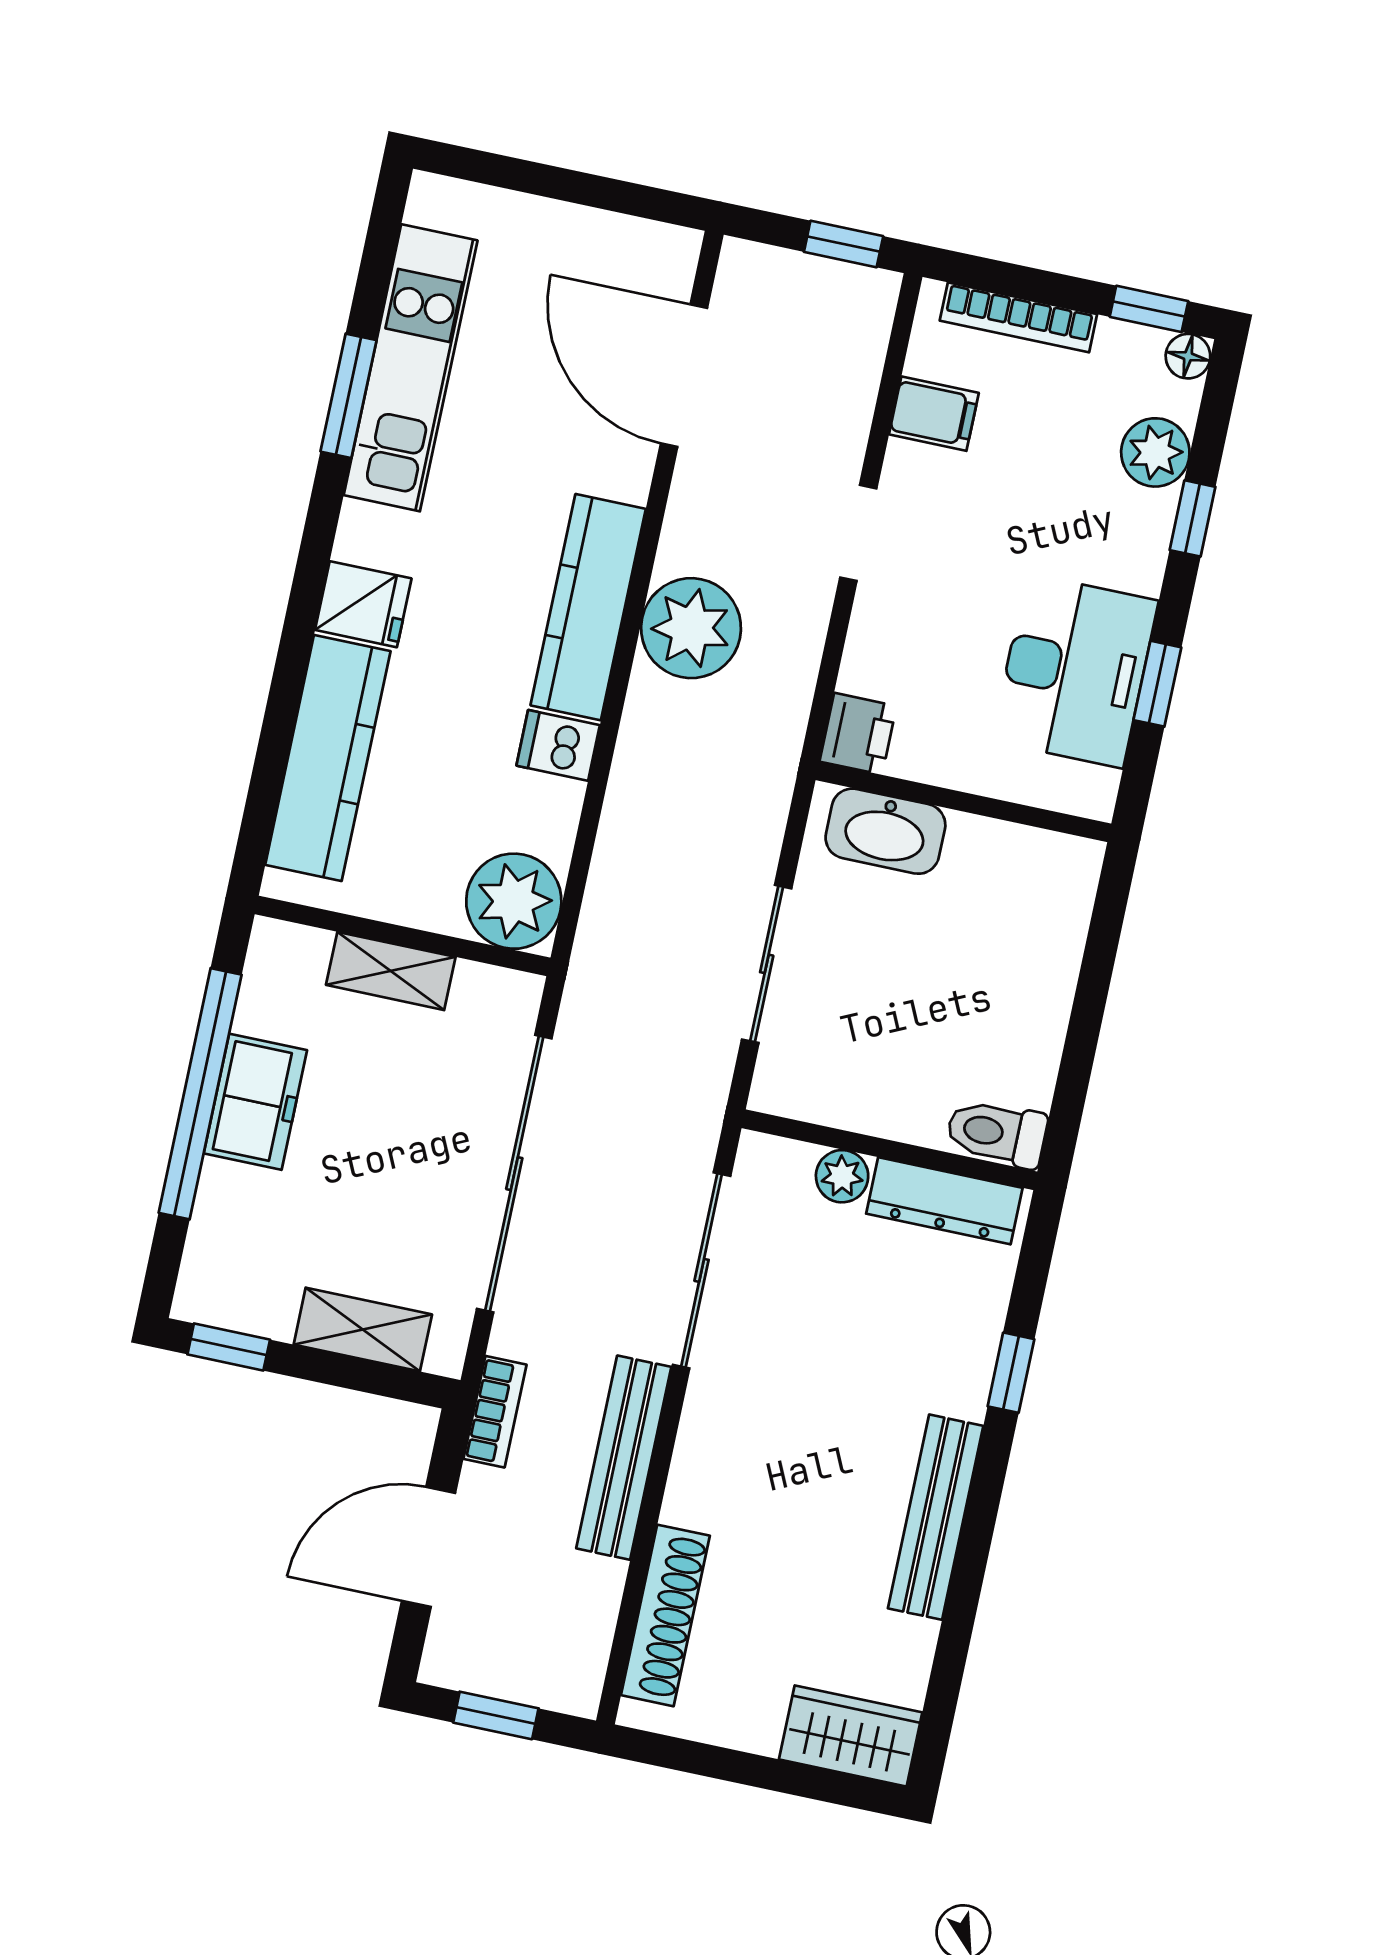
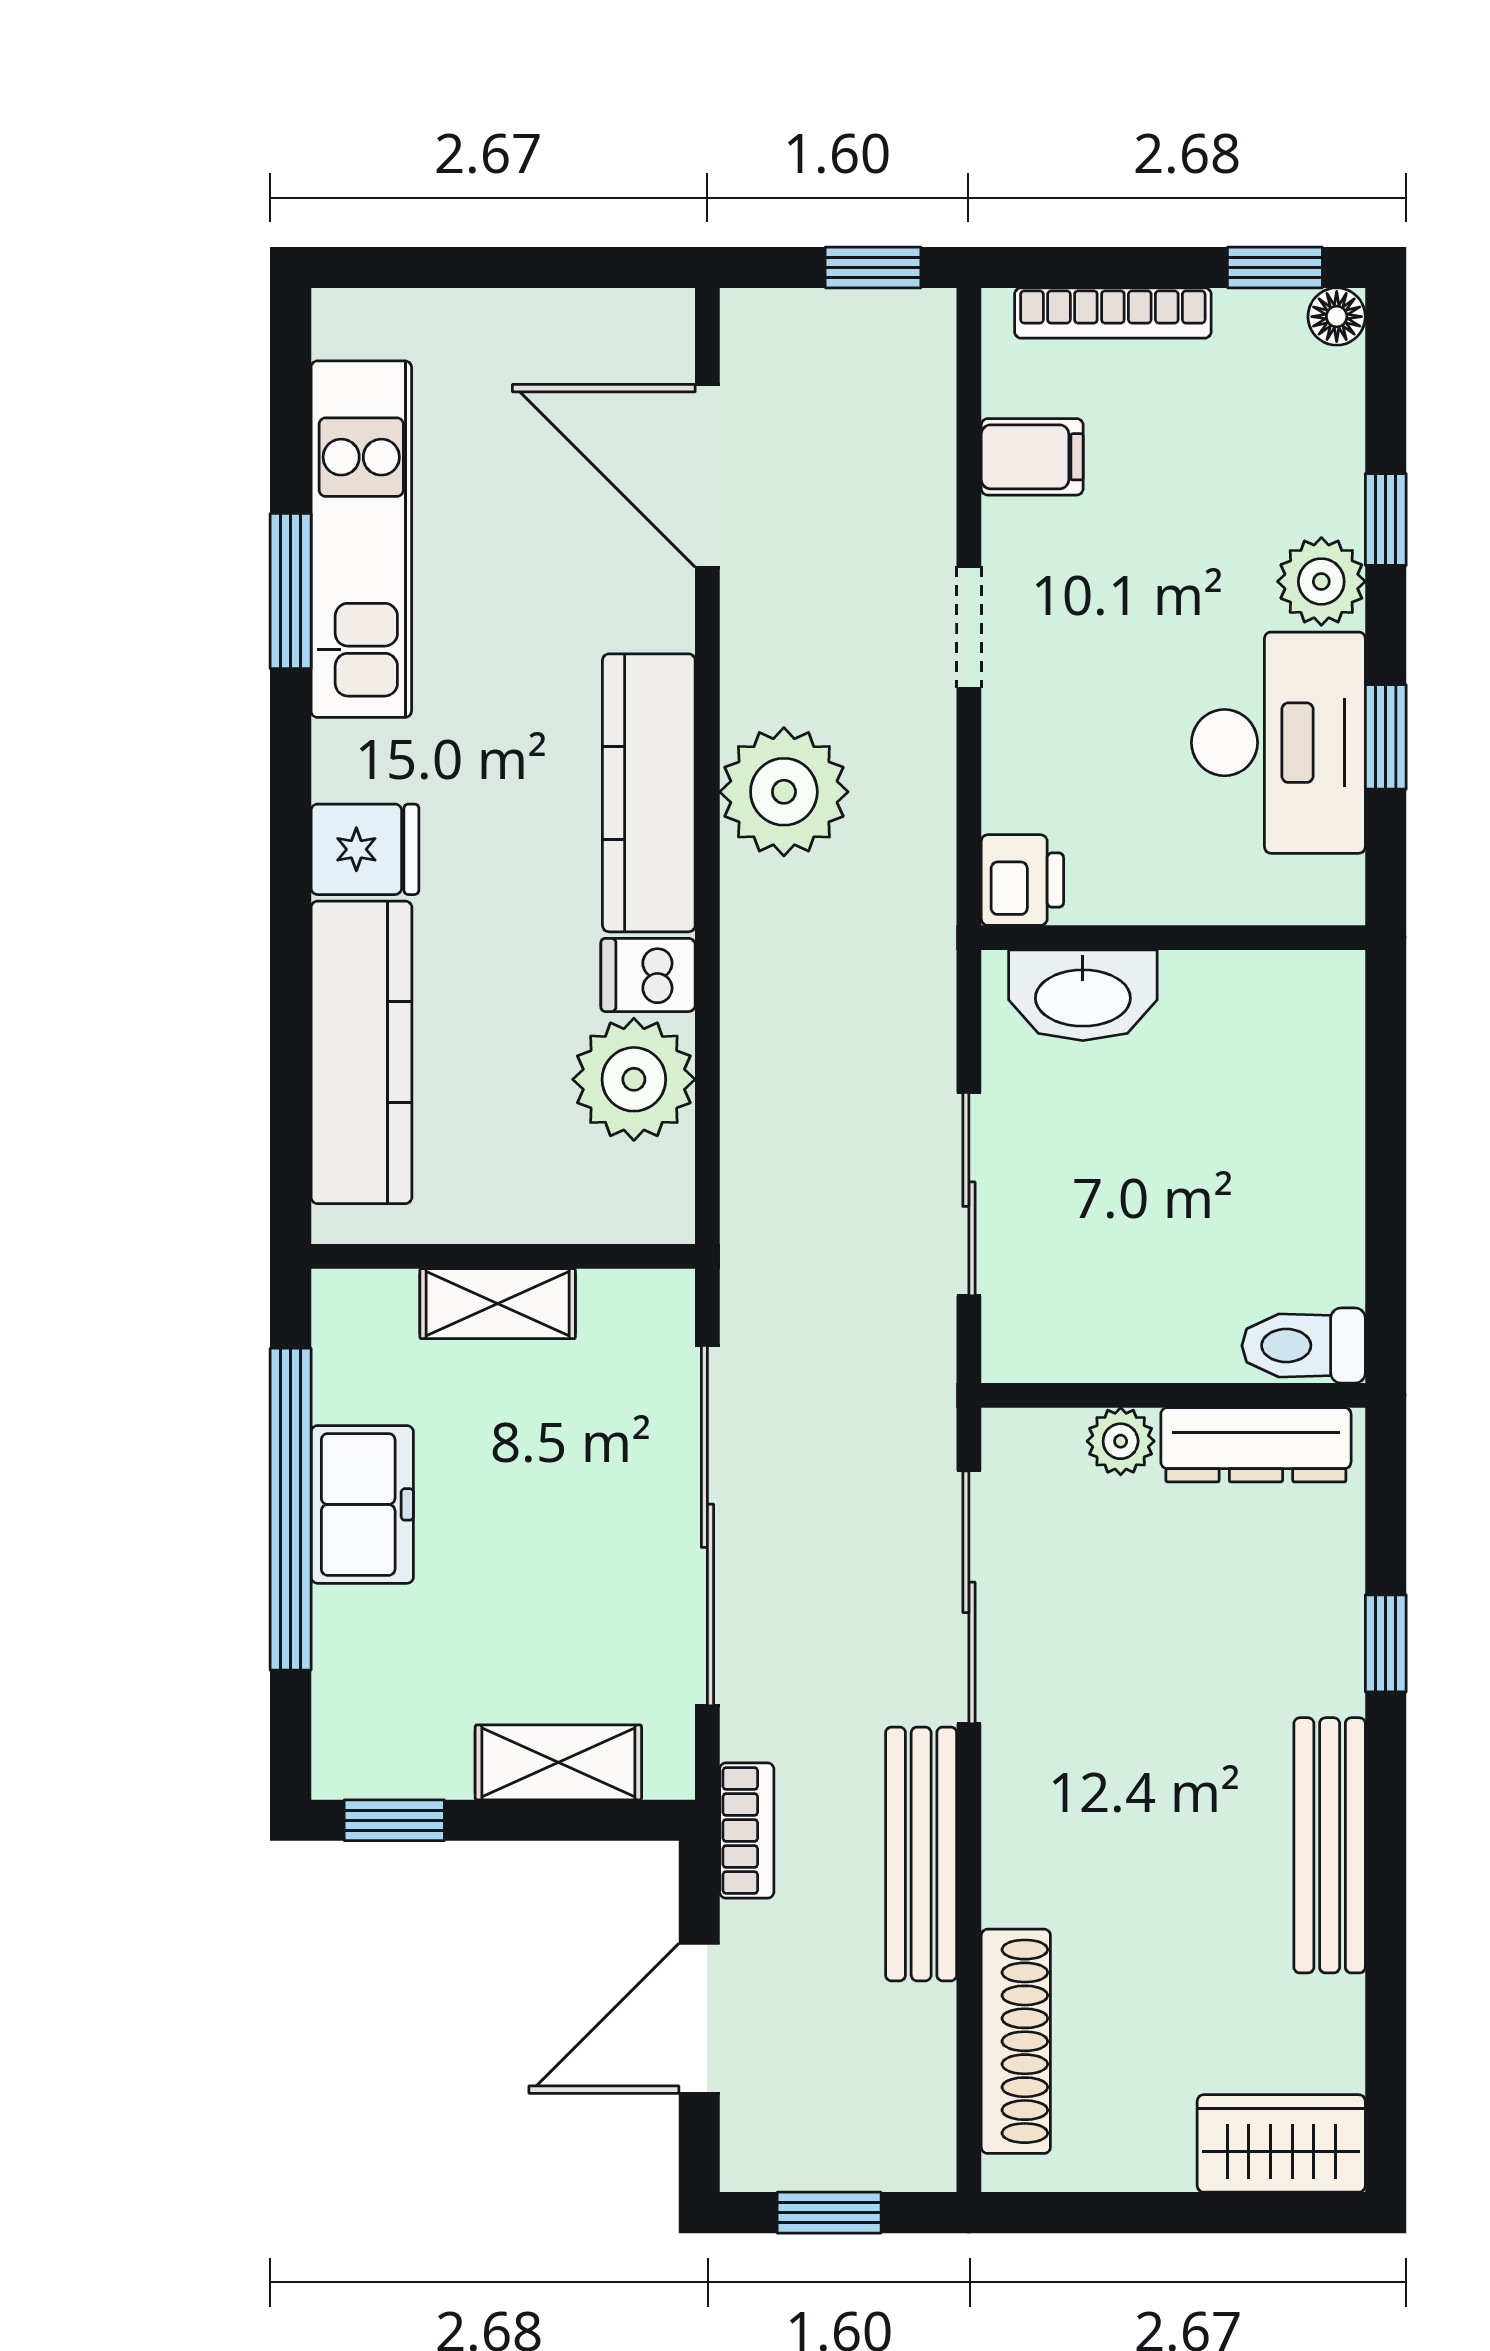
plant: (1155, 452) -> (1321, 581), moved
plant: (514, 901) -> (634, 1079), moved

